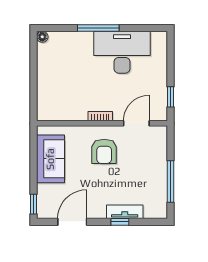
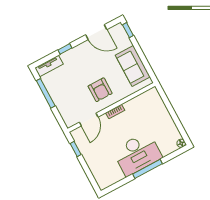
desk: (122, 52) -> (137, 154), moved
armchair: (104, 151) -> (100, 90), turned 180
tv unit: (125, 212) -> (49, 66), moved
door: (72, 222) -> (96, 32), hinge flipped

